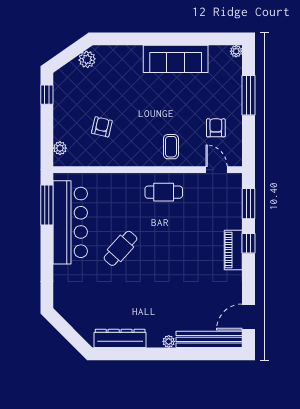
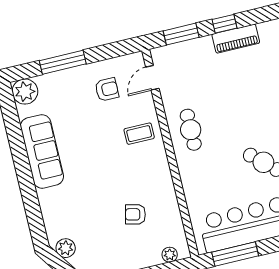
plant: (236, 51) -> (25, 92), width x1.87, depth x1.87
armchair: (216, 128) -> (107, 89), turned 180

